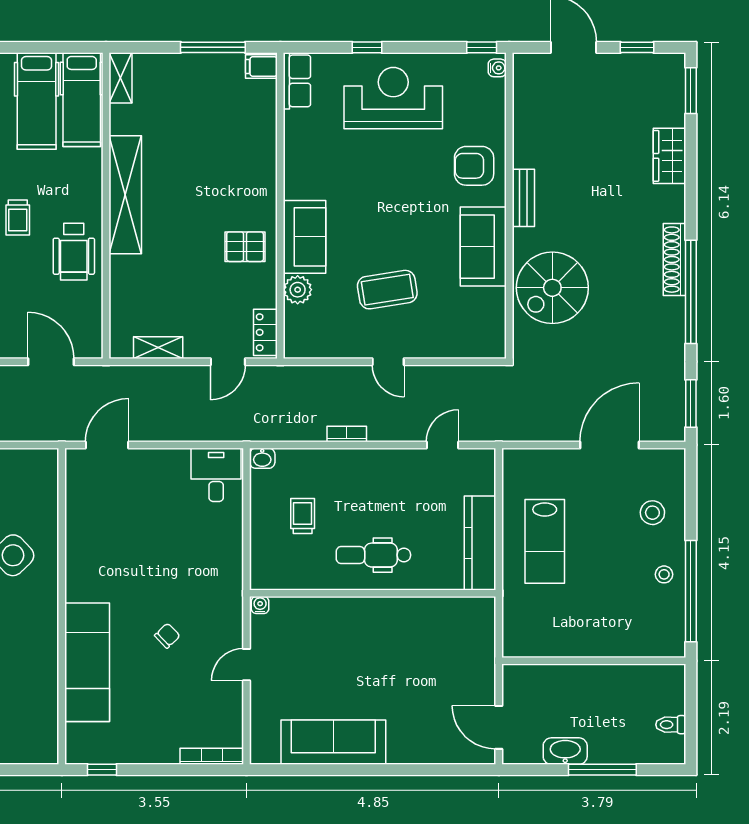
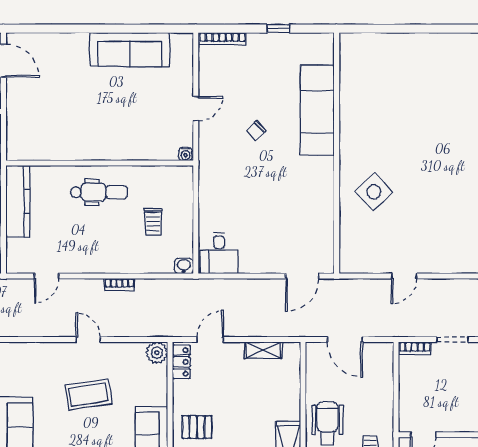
plant: (298, 290) -> (157, 353), moved
window: (102, 770) -> (278, 29), moved

